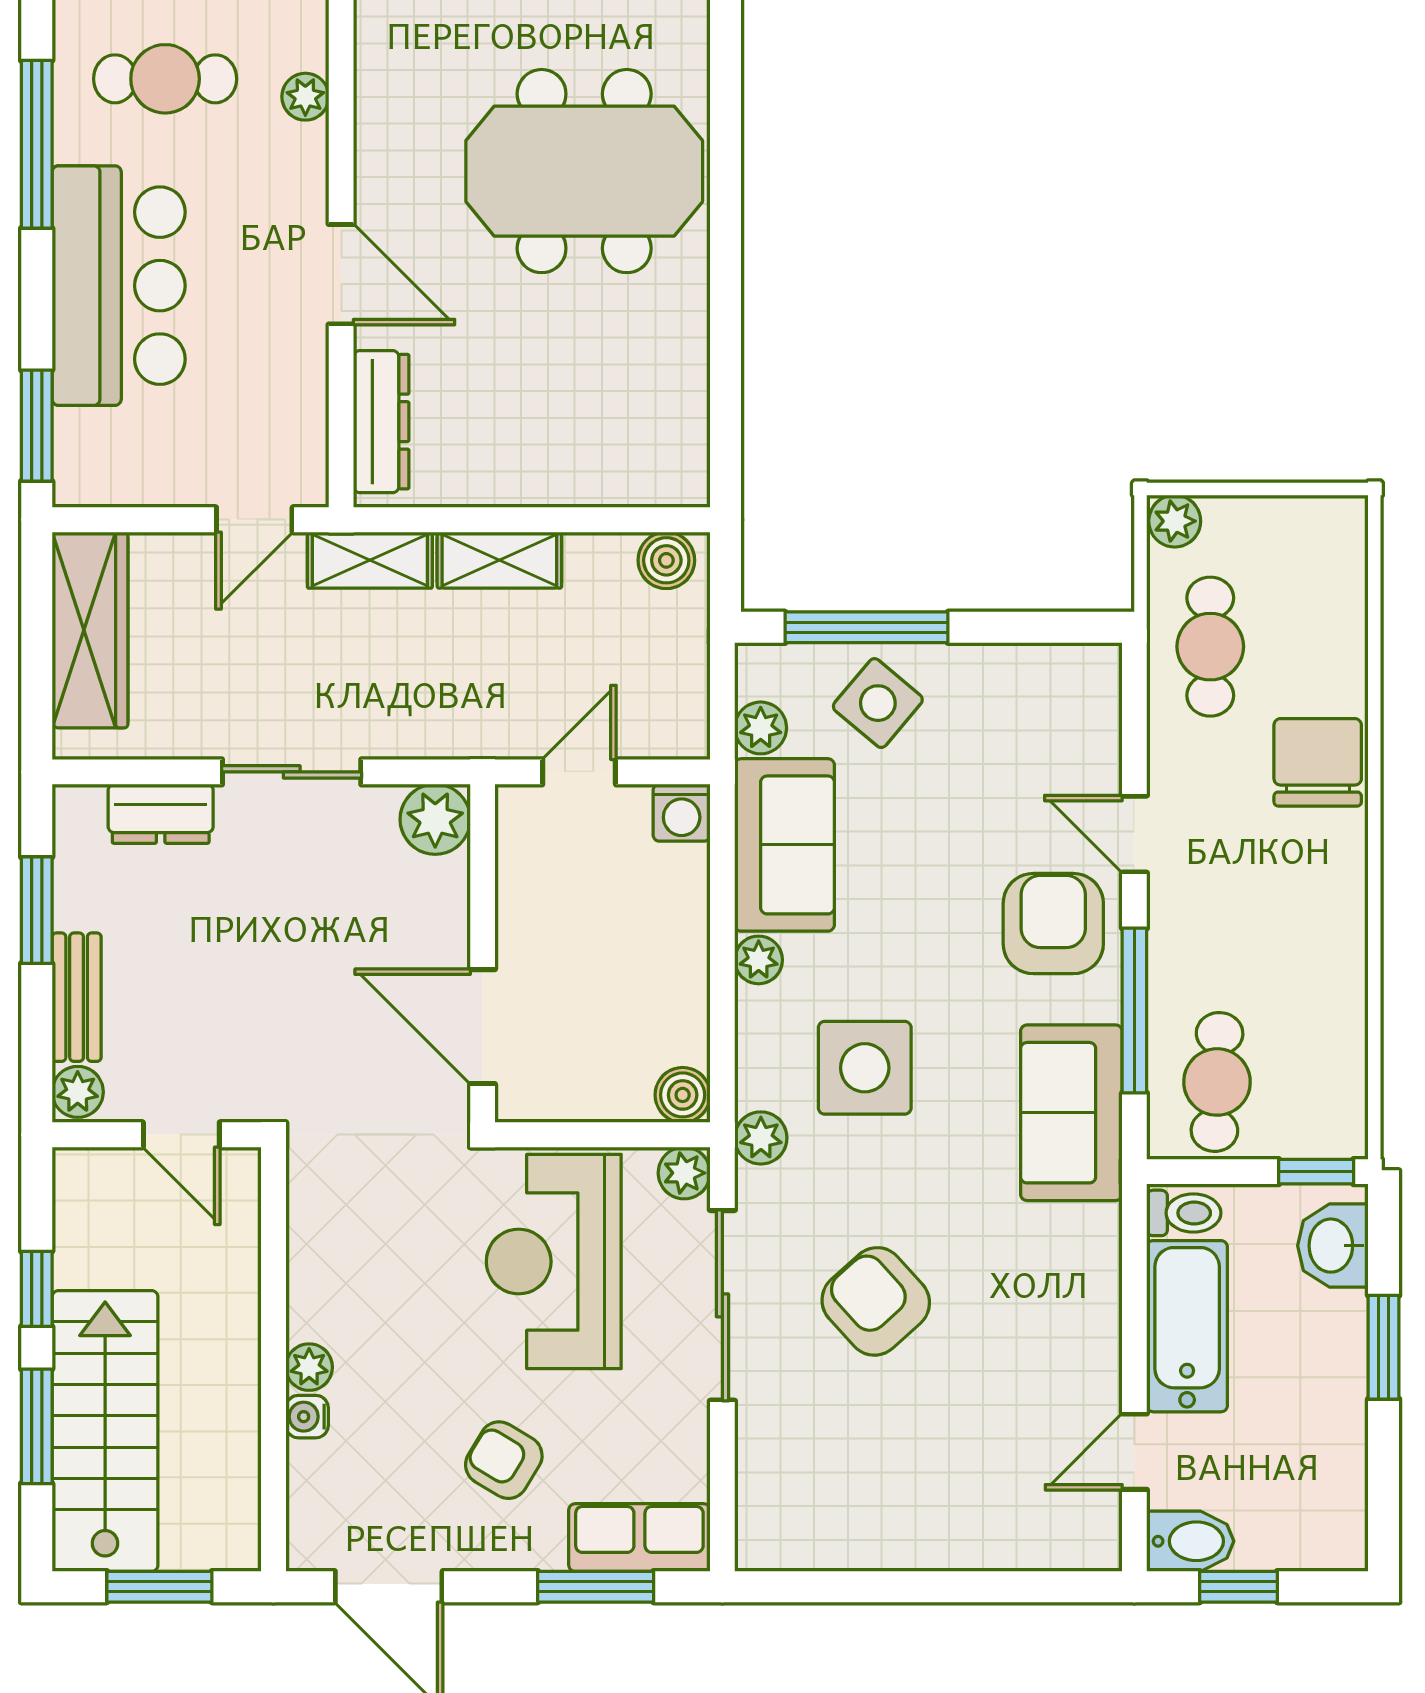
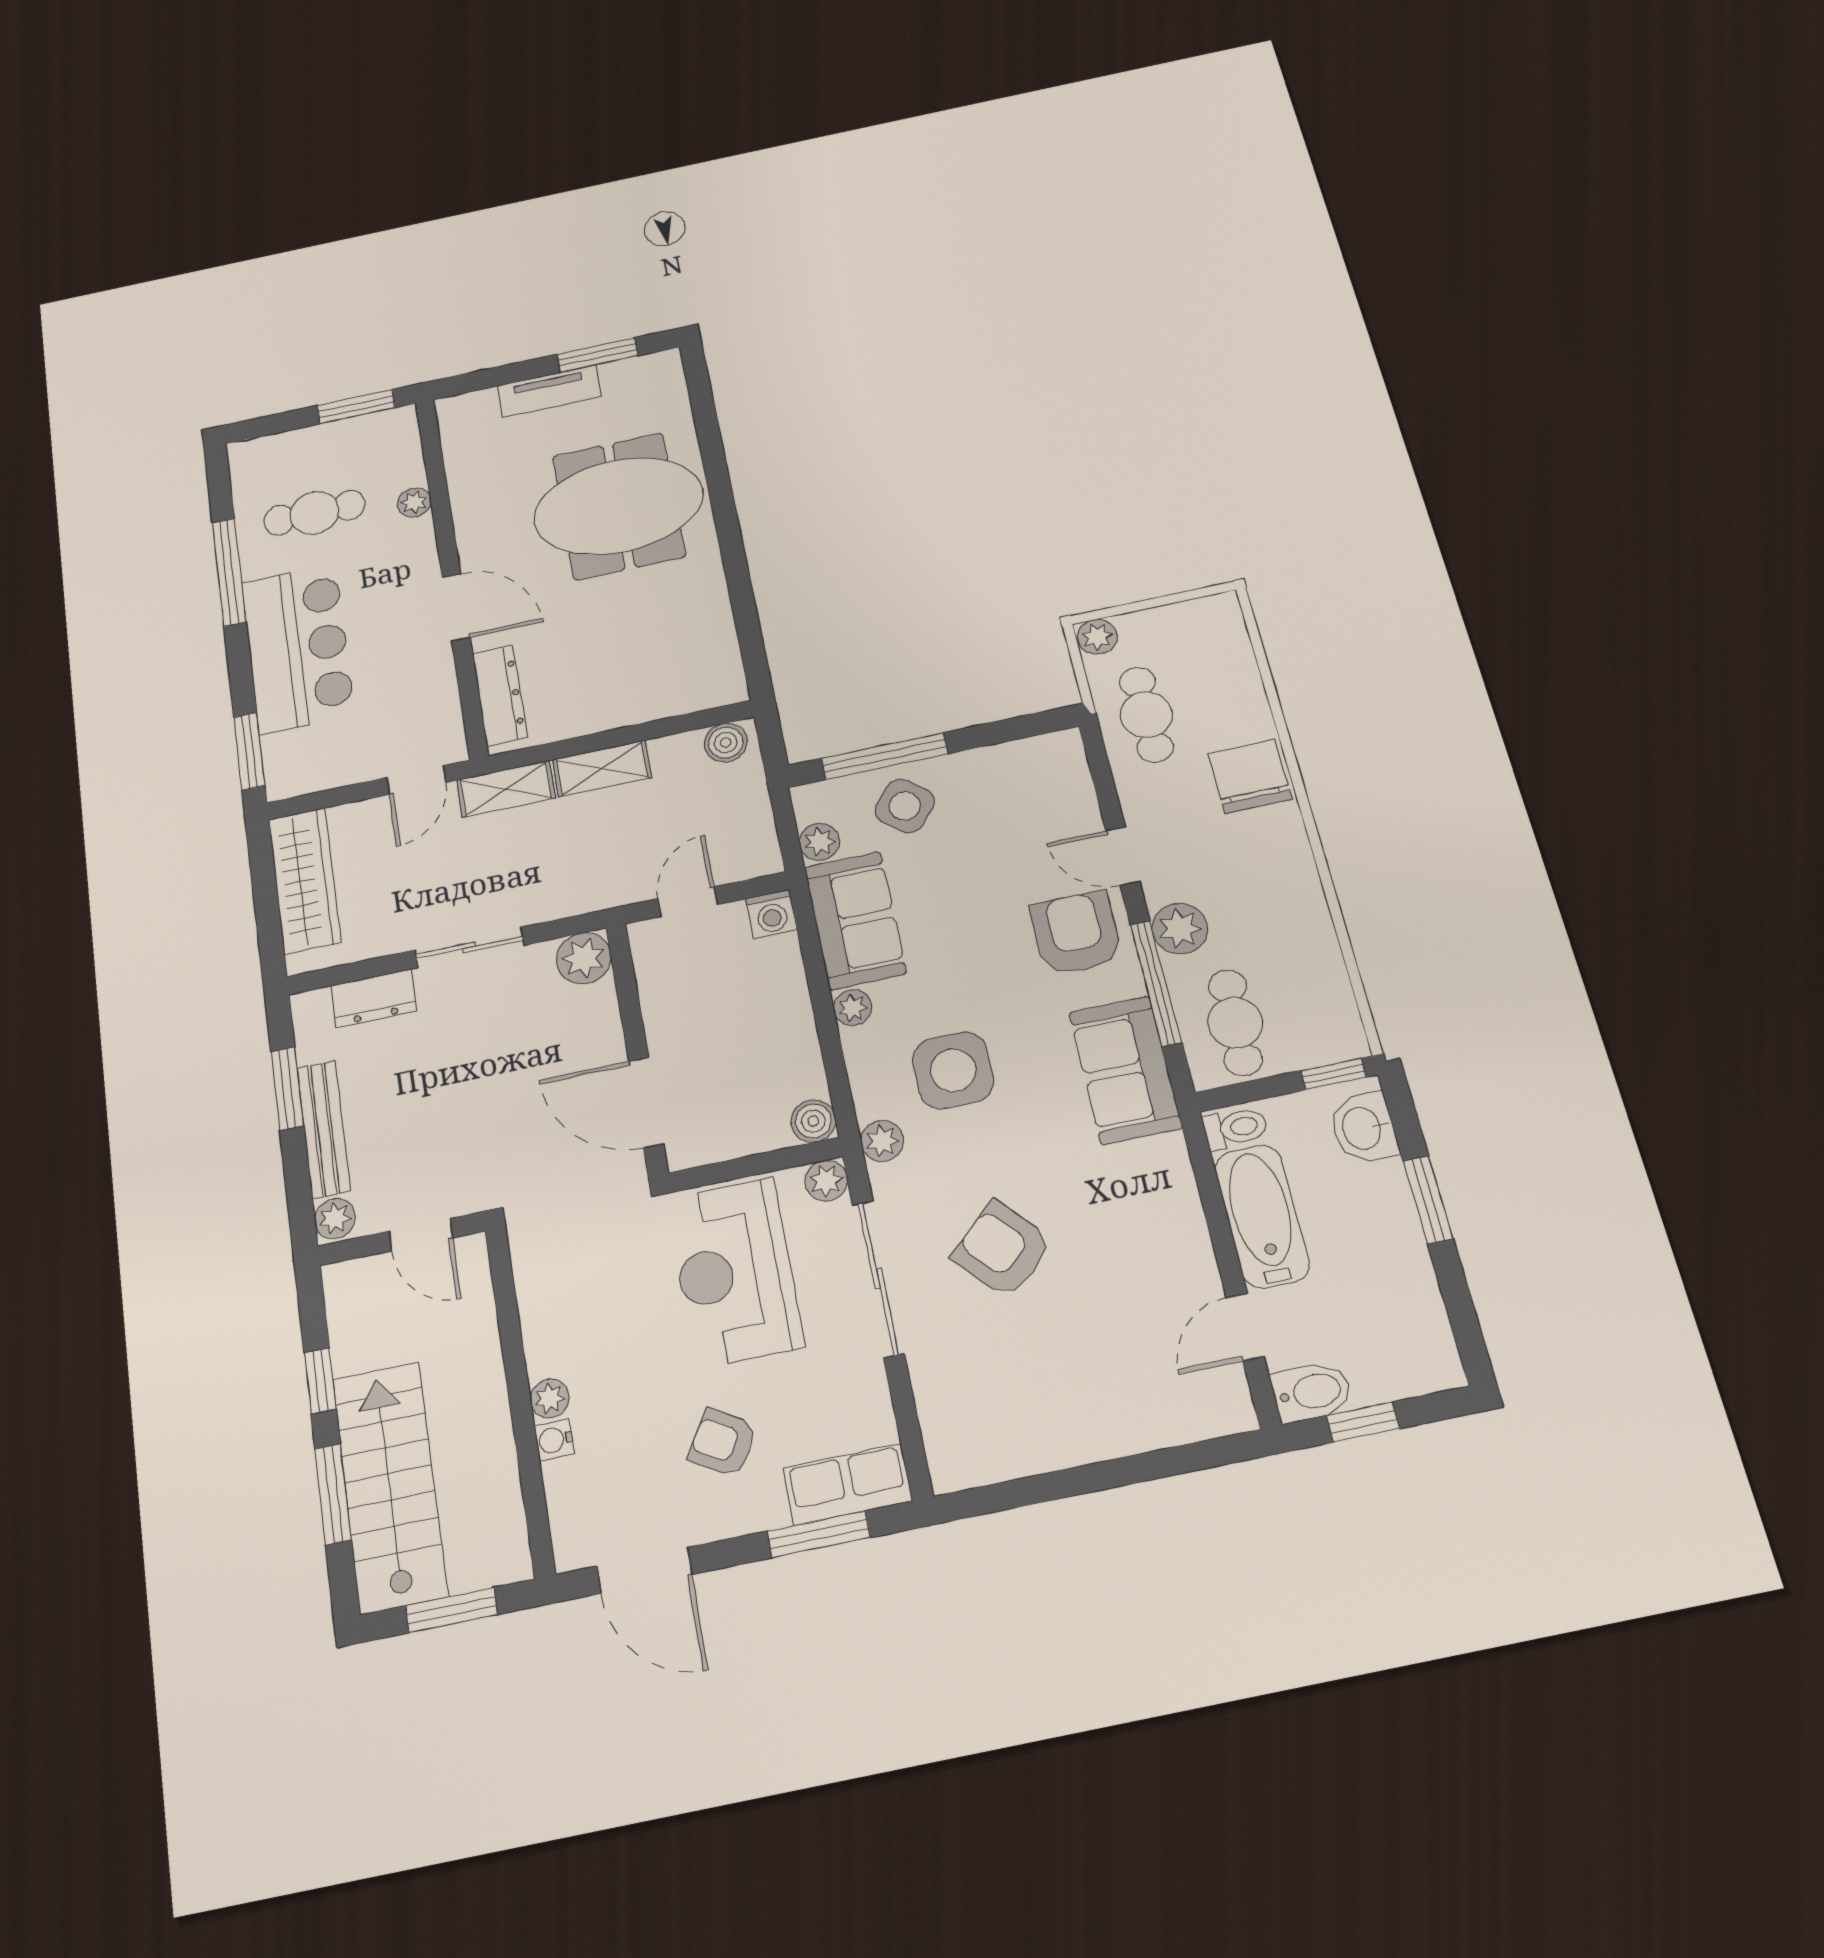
plant: (1181, 946) -> (1180, 929), added
bench: (77, 997) -> (324, 1129), width x1.36

